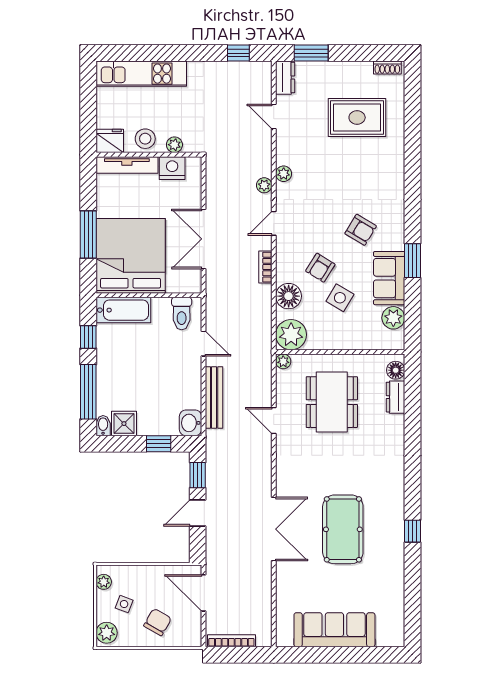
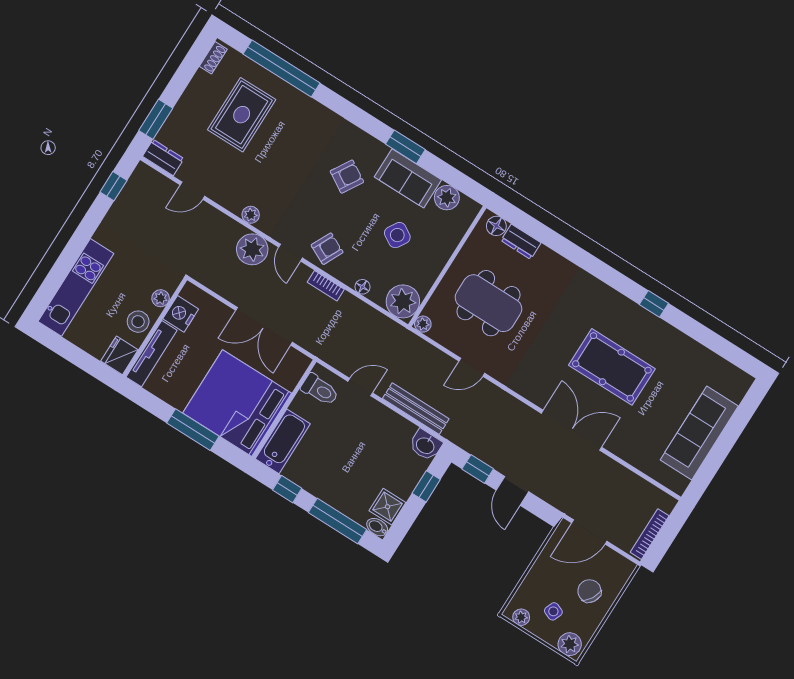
window: (412, 126) -> (282, 68), added
plant: (264, 185) -> (252, 249), width x1.88, depth x1.88
armchair: (320, 268) -> (327, 249), moved, turned -96
floor lamp: (289, 296) -> (362, 287), width x0.53, depth x0.53

